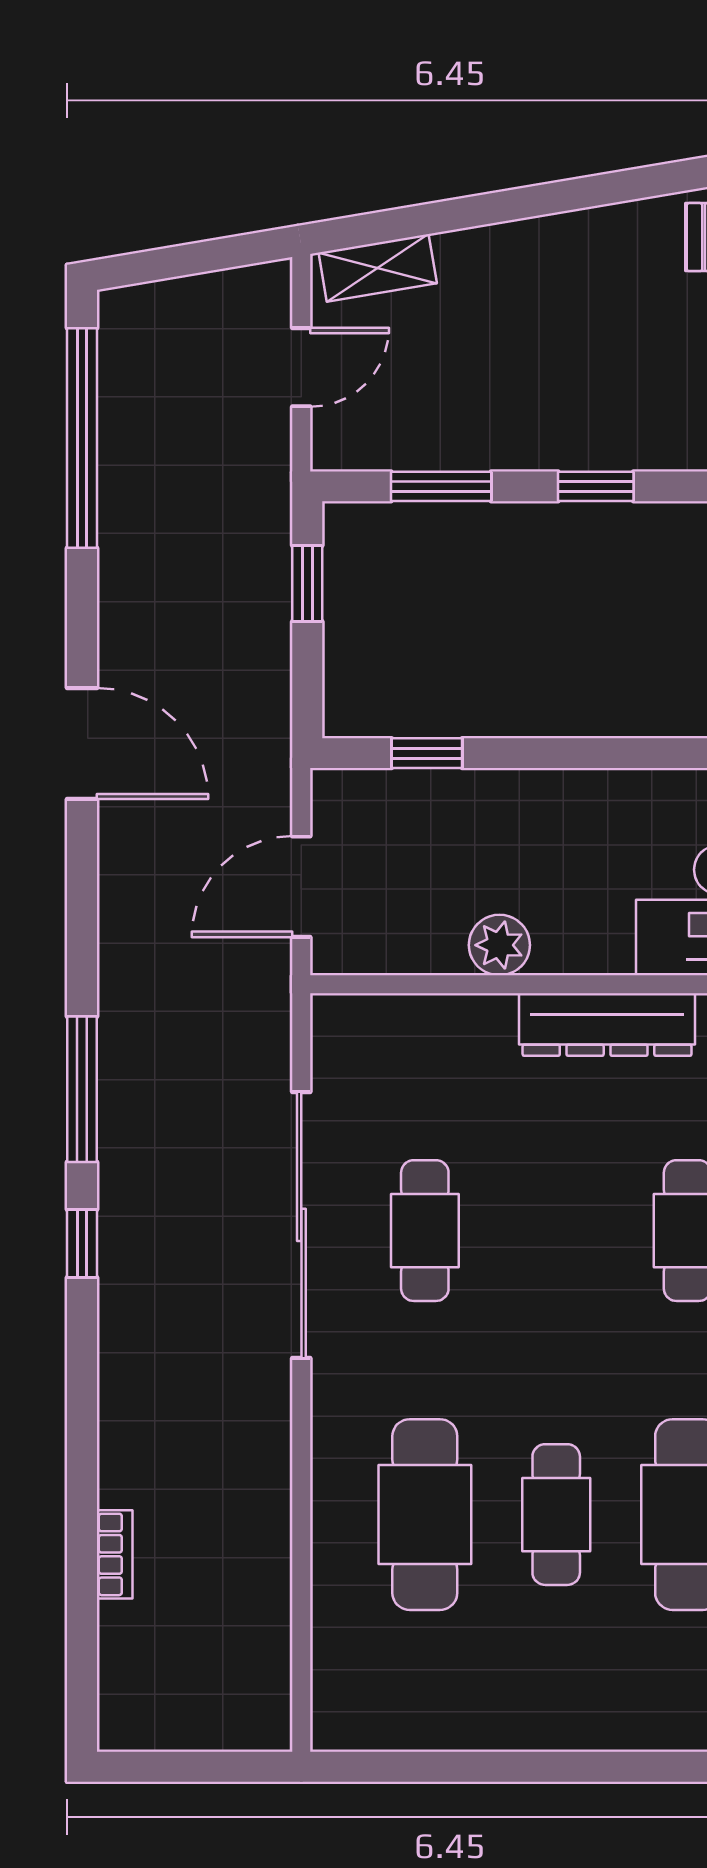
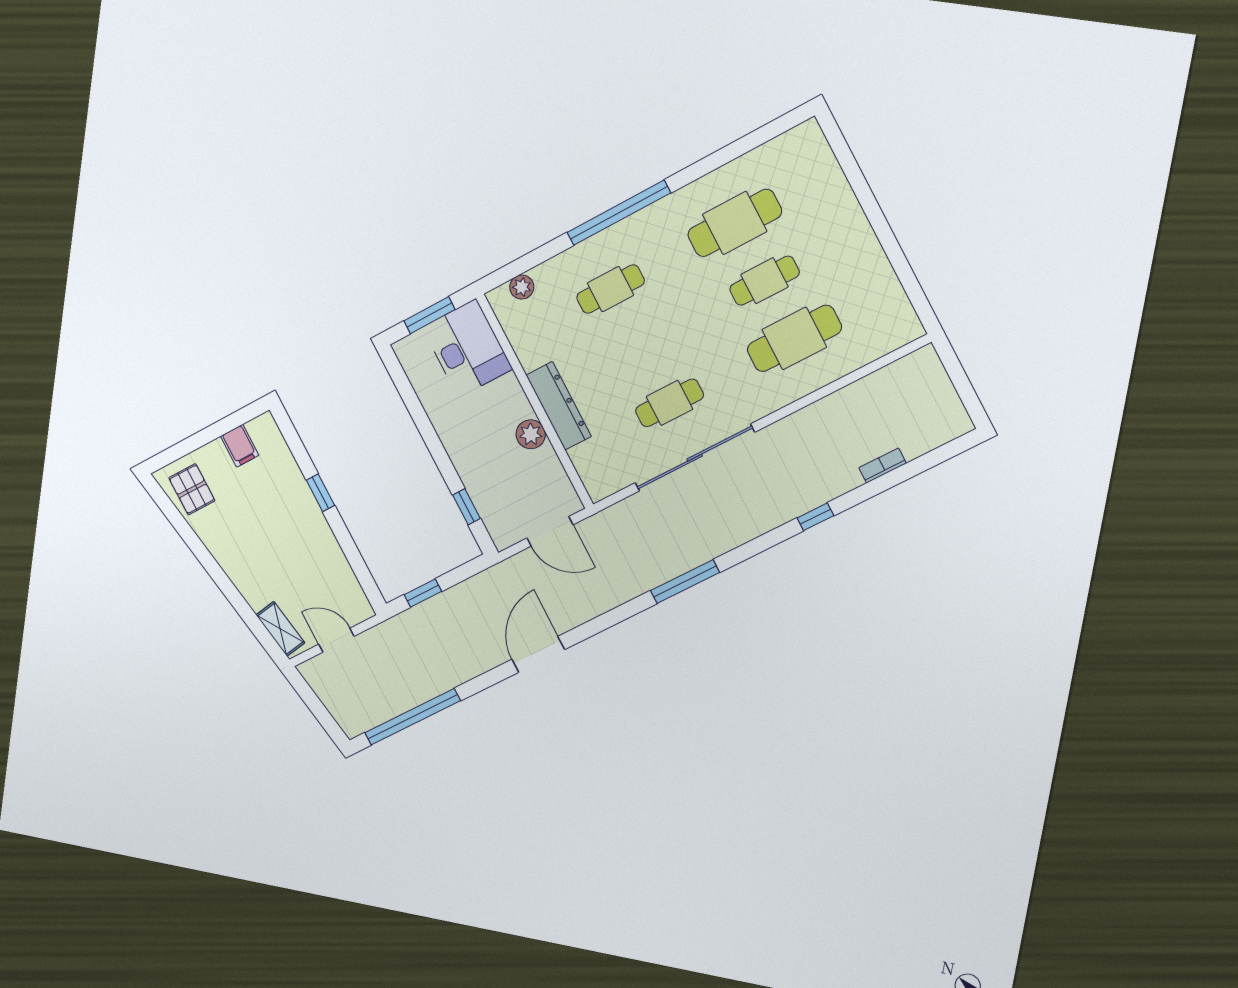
window: (441, 486) -> (354, 557), removed
dresser: (607, 1025) -> (559, 406), moved
window: (82, 1244) -> (815, 517), moved

